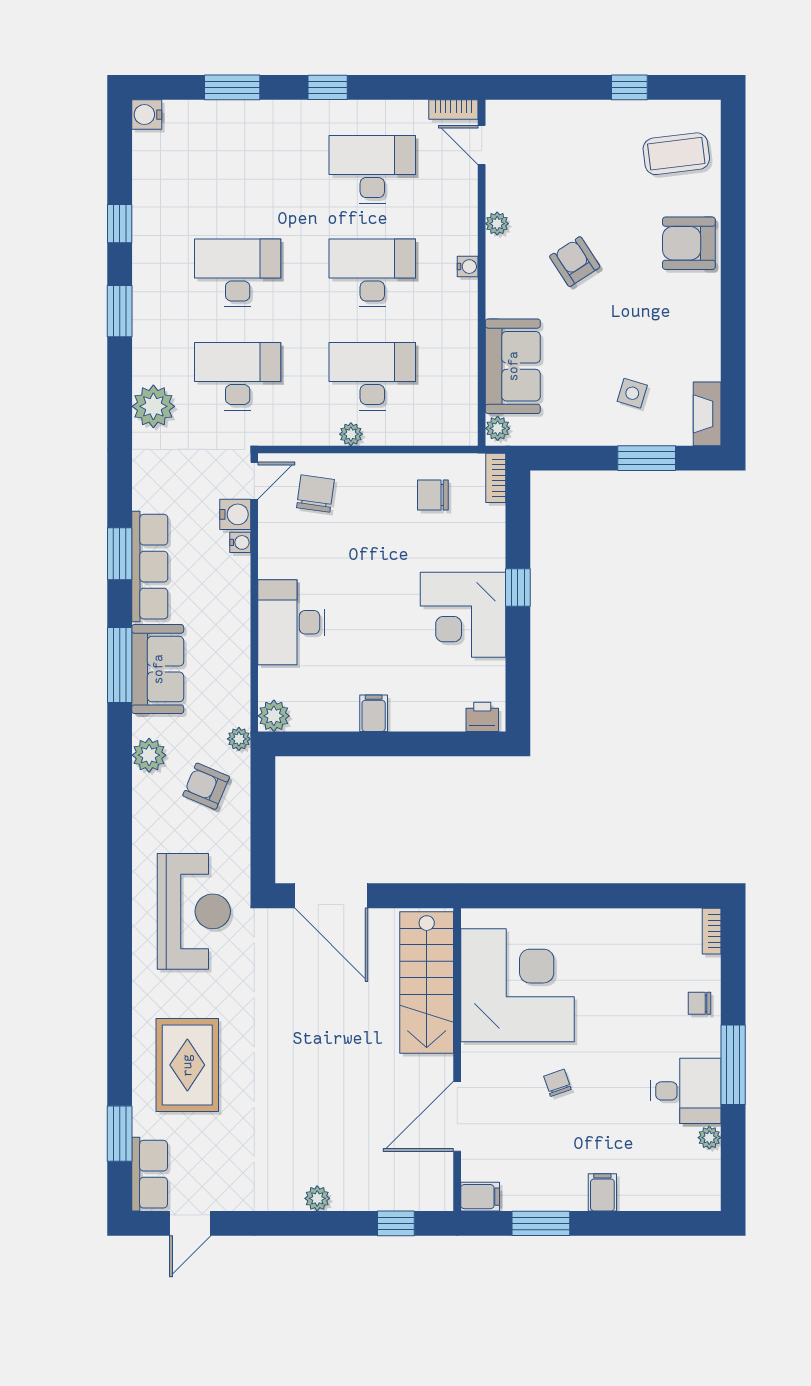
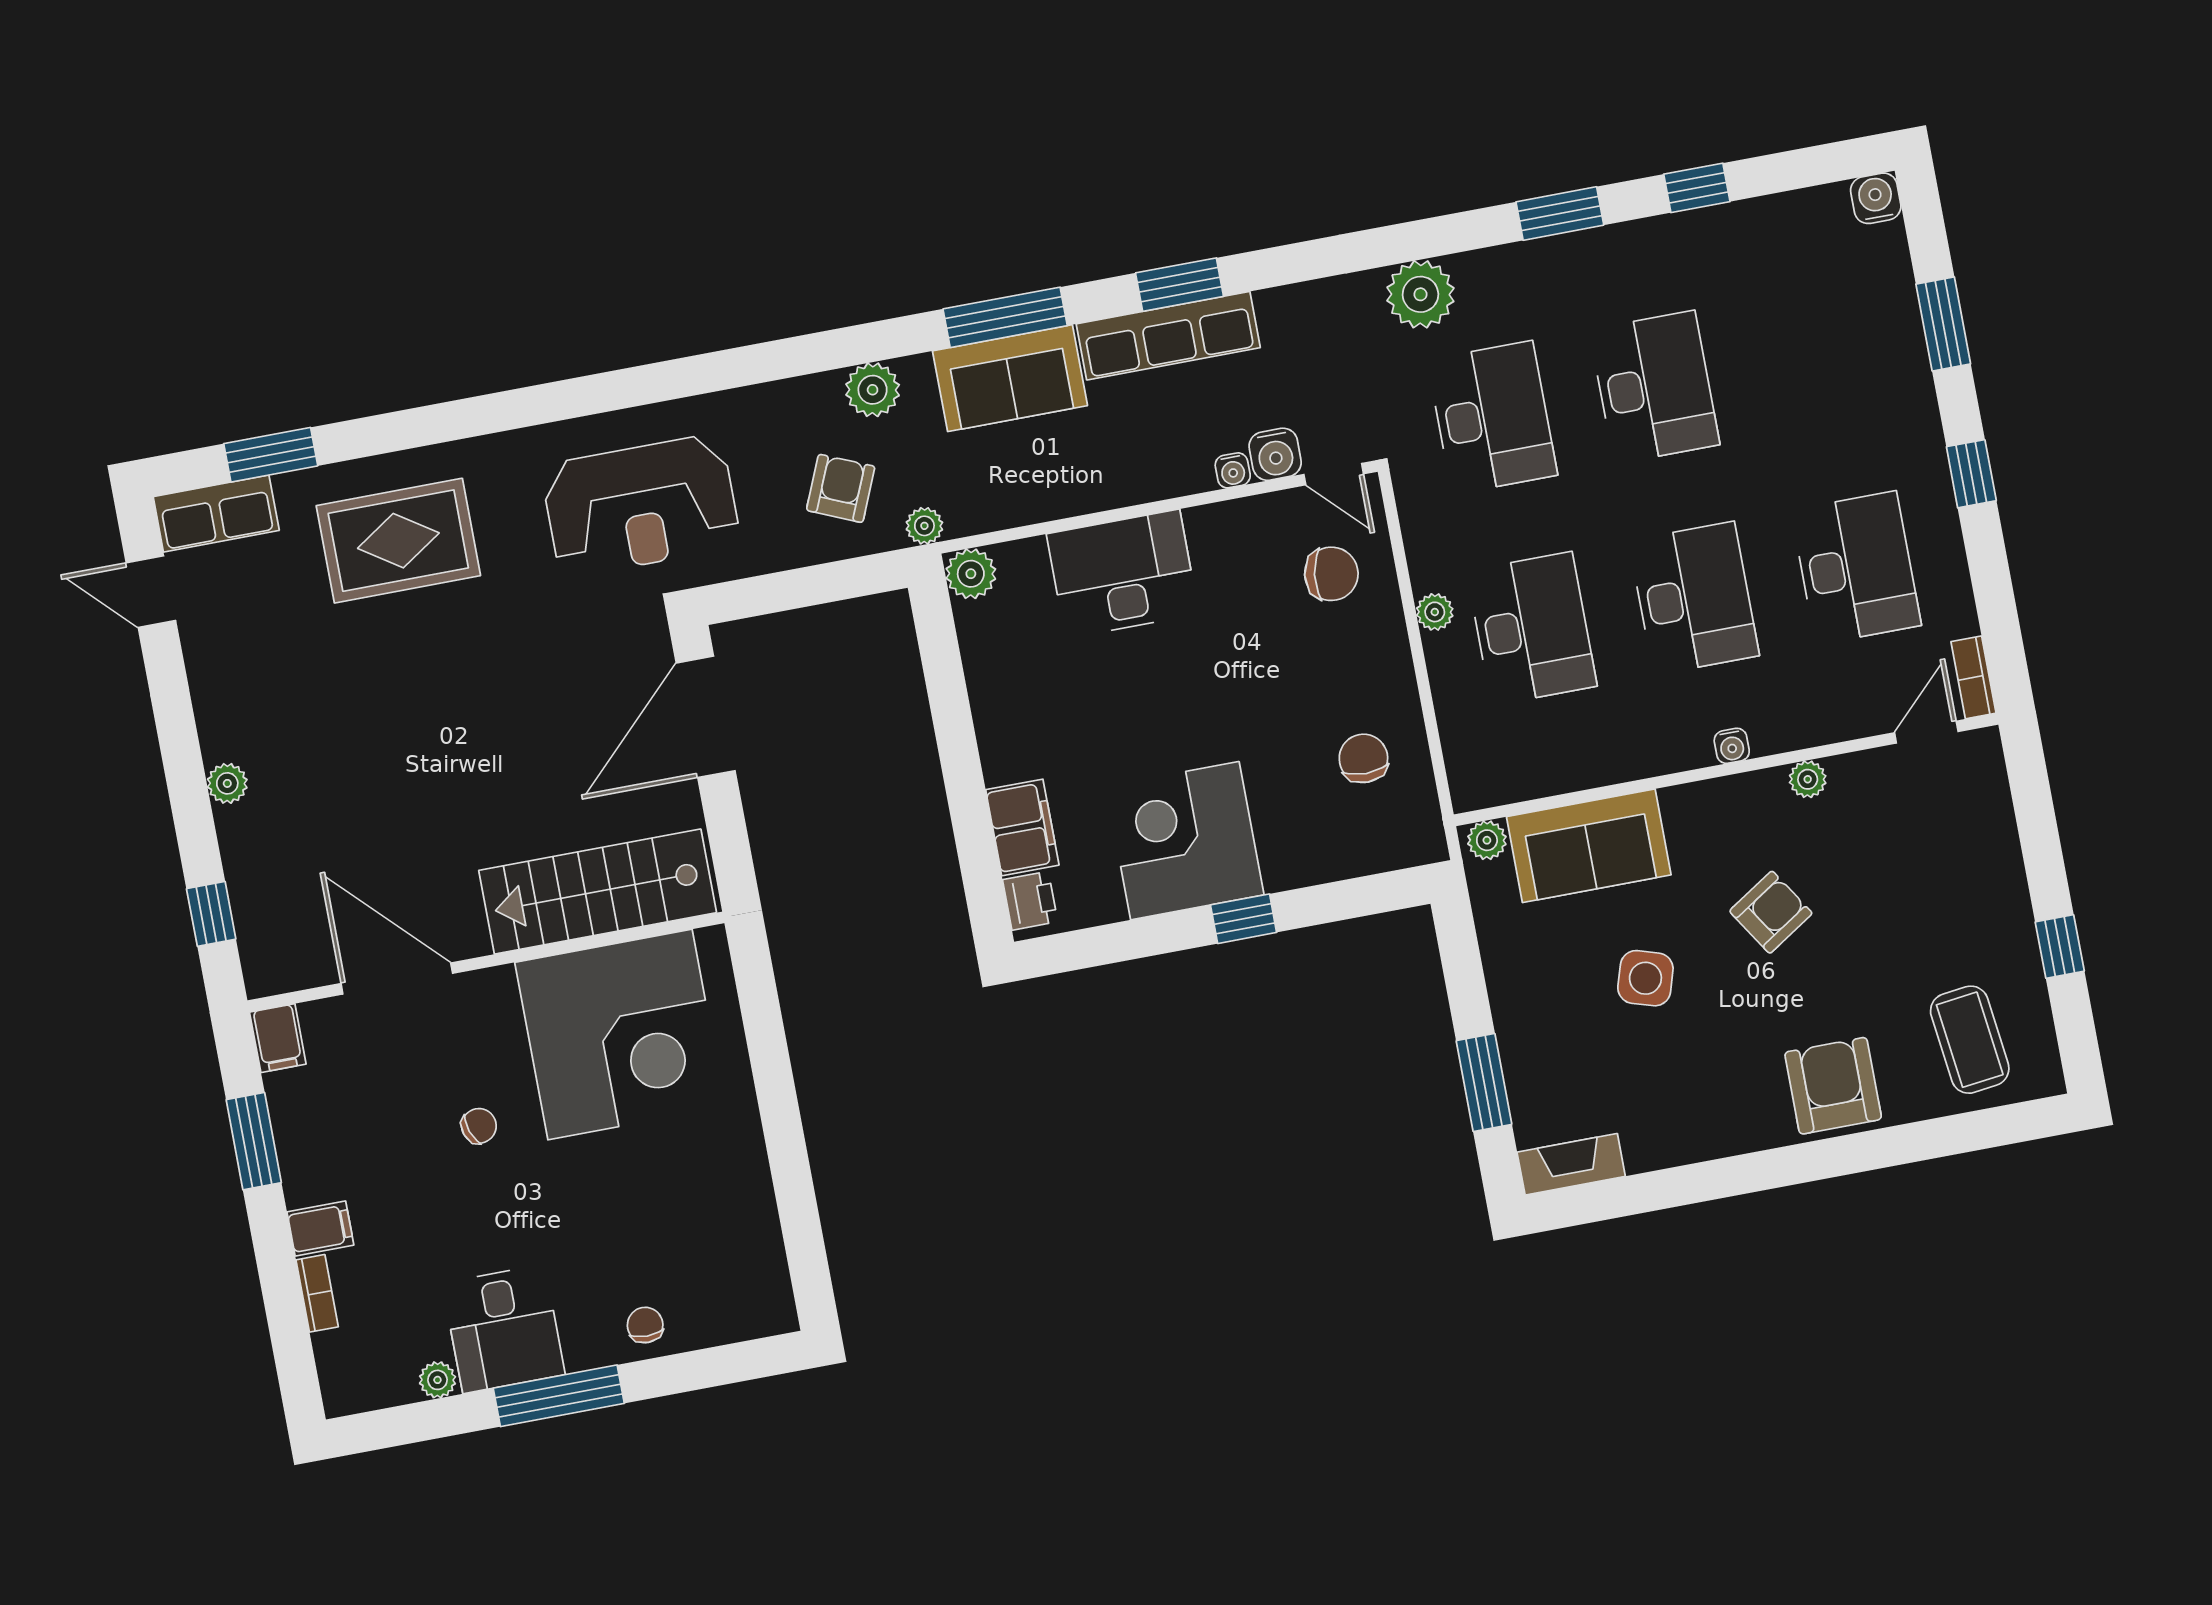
side table: (632, 393) -> (1645, 978), moved, width x1.37, depth x1.37
bookcase: (496, 478) -> (1409, 852), removed
filing cabinet: (374, 713) -> (1022, 827), moved, width x2.00
bookcase: (712, 931) -> (317, 1293), moved, turned 90

